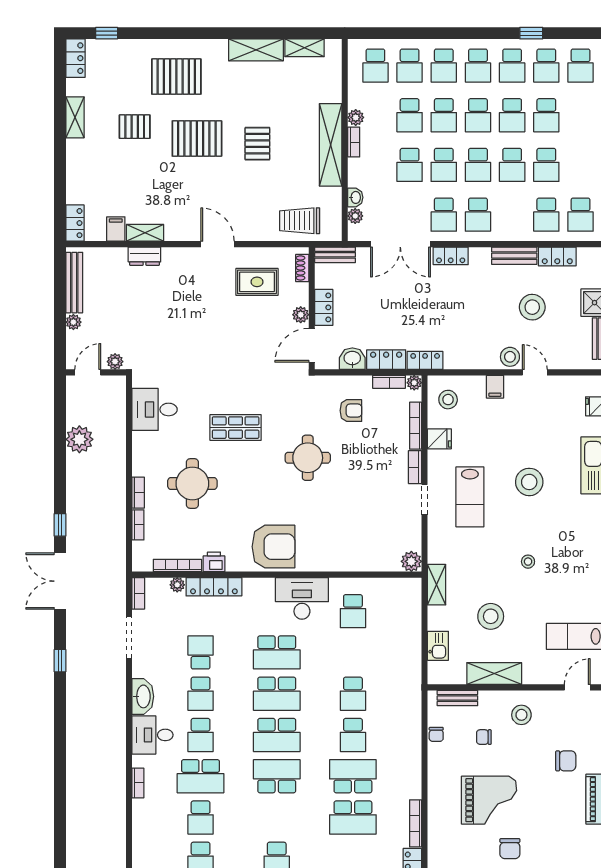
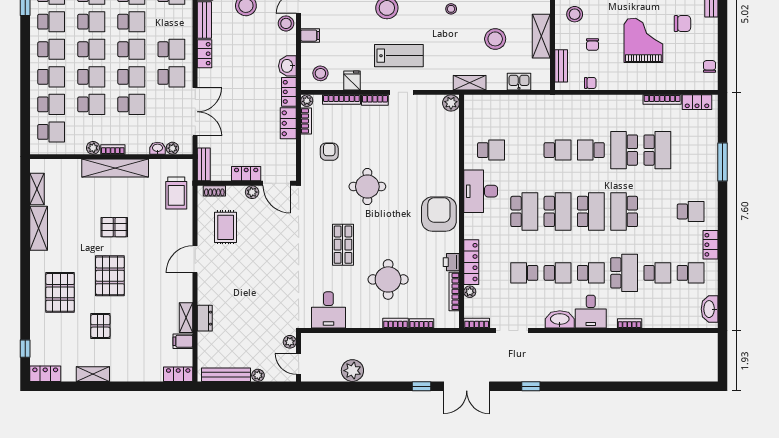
locker: (451, 256) -> (205, 54), moved
washbasin: (352, 359) -> (287, 66), moved
school desk: (353, 735) -> (591, 150), turned 180

